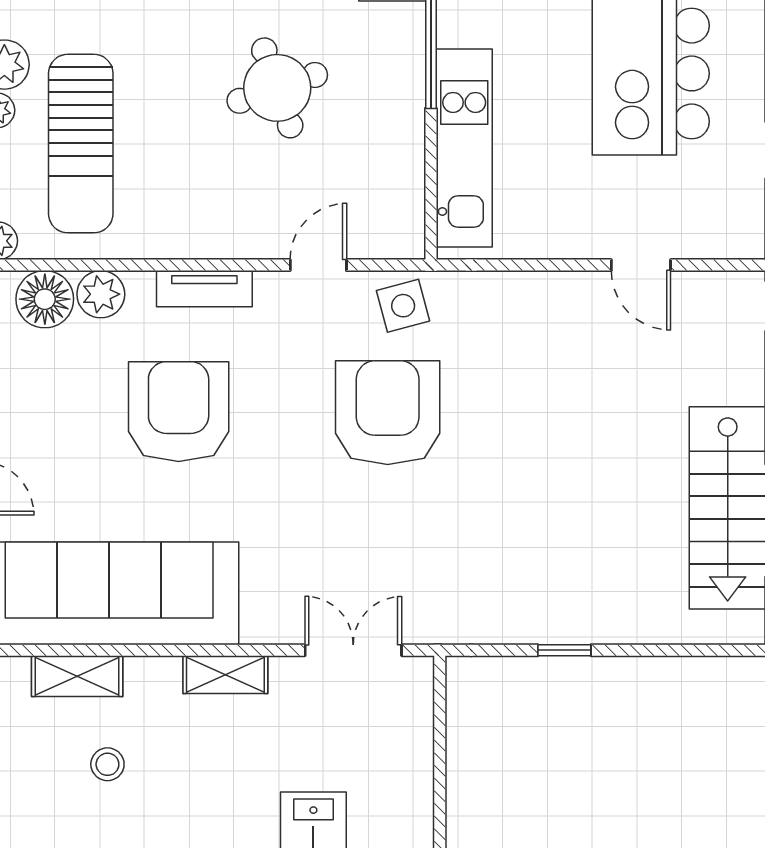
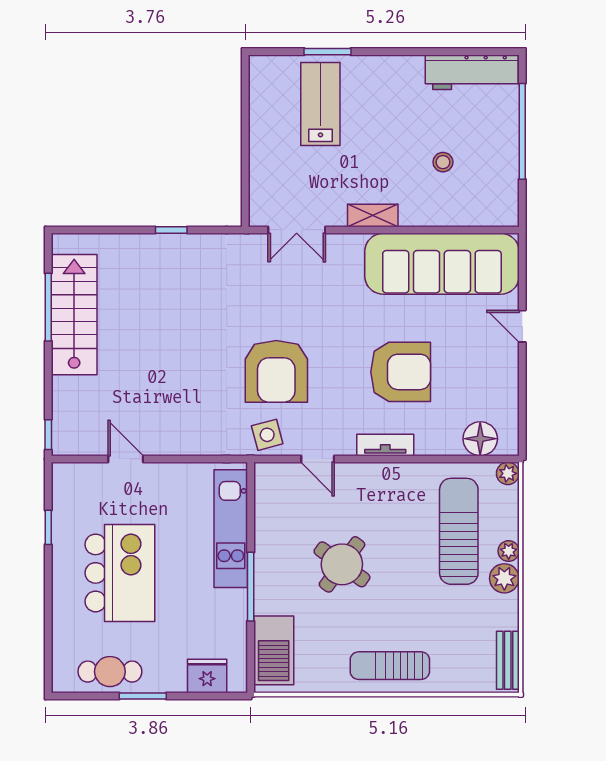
round table: (277, 88) -> (342, 564), turned -35
door: (318, 265) -> (318, 459), hinge flipped
plant: (101, 294) -> (447, 442), removed
armchair: (179, 412) -> (401, 372), turned -90
shelving: (77, 676) -> (461, 215), removed

